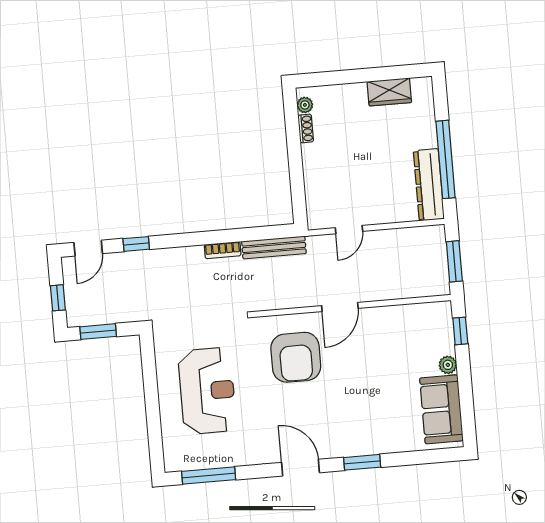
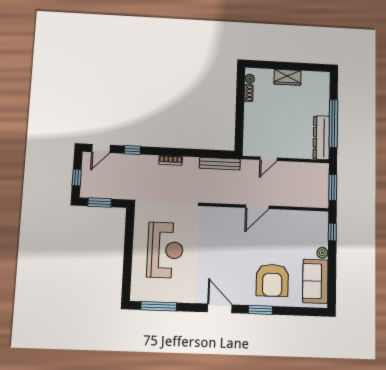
wardrobe: (389, 92) -> (287, 77), moved
bookcase: (223, 250) -> (171, 160), moved
armchair: (296, 357) -> (272, 280), moved

